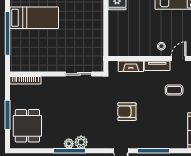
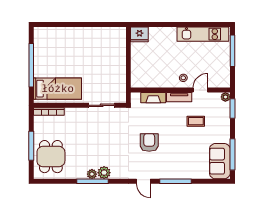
bed: (34, 18) -> (58, 89), moved
armchair: (127, 112) -> (149, 142), turned 90

